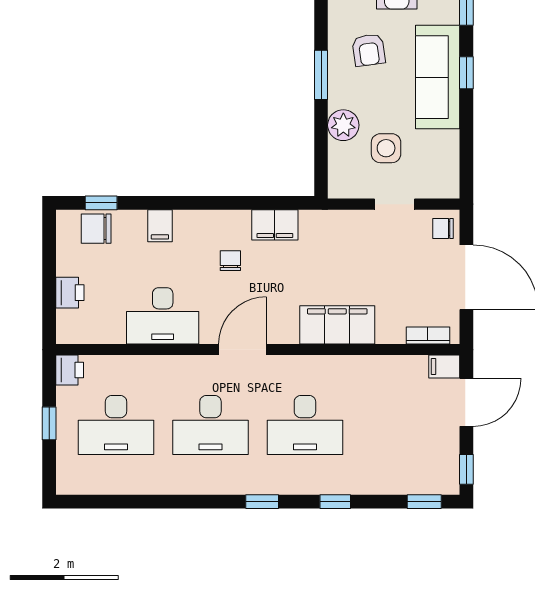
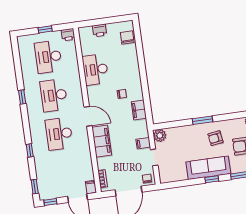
plant: (343, 125) -> (160, 135), moved
side table: (386, 148) -> (176, 151), removed
window: (101, 203) -> (138, 38), removed
filing cabinet: (160, 226) -> (143, 143), moved
door: (242, 350) -> (88, 116), moved
window: (262, 502) -> (22, 97), moved

